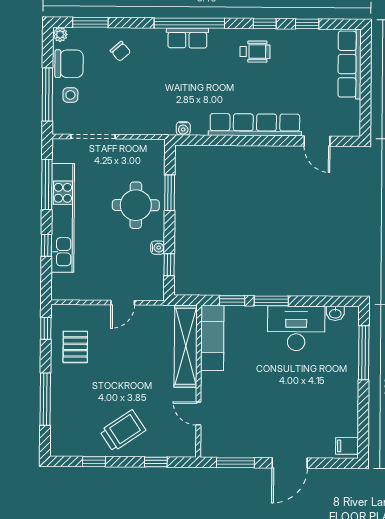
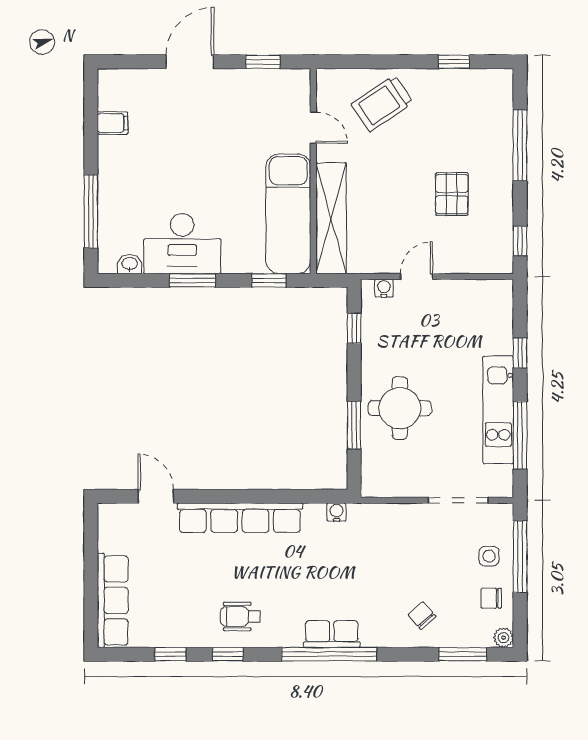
chair: (69, 64) -> (491, 598), width x0.54, depth x0.54
kitchen unit: (63, 218) -> (498, 410), width x0.73
water cooler: (158, 248) -> (384, 288), moved, turned 90
window: (271, 301) -> (193, 280), moved
exam couch: (212, 338) -> (288, 214), width x1.36, depth x1.45
pallet: (75, 347) -> (452, 194), moved
trolley: (123, 431) -> (382, 103), moved
filing cabinet: (347, 446) -> (113, 123), moved
window: (156, 462) -> (370, 62), removed
window: (235, 463) -> (263, 62), width x0.67

